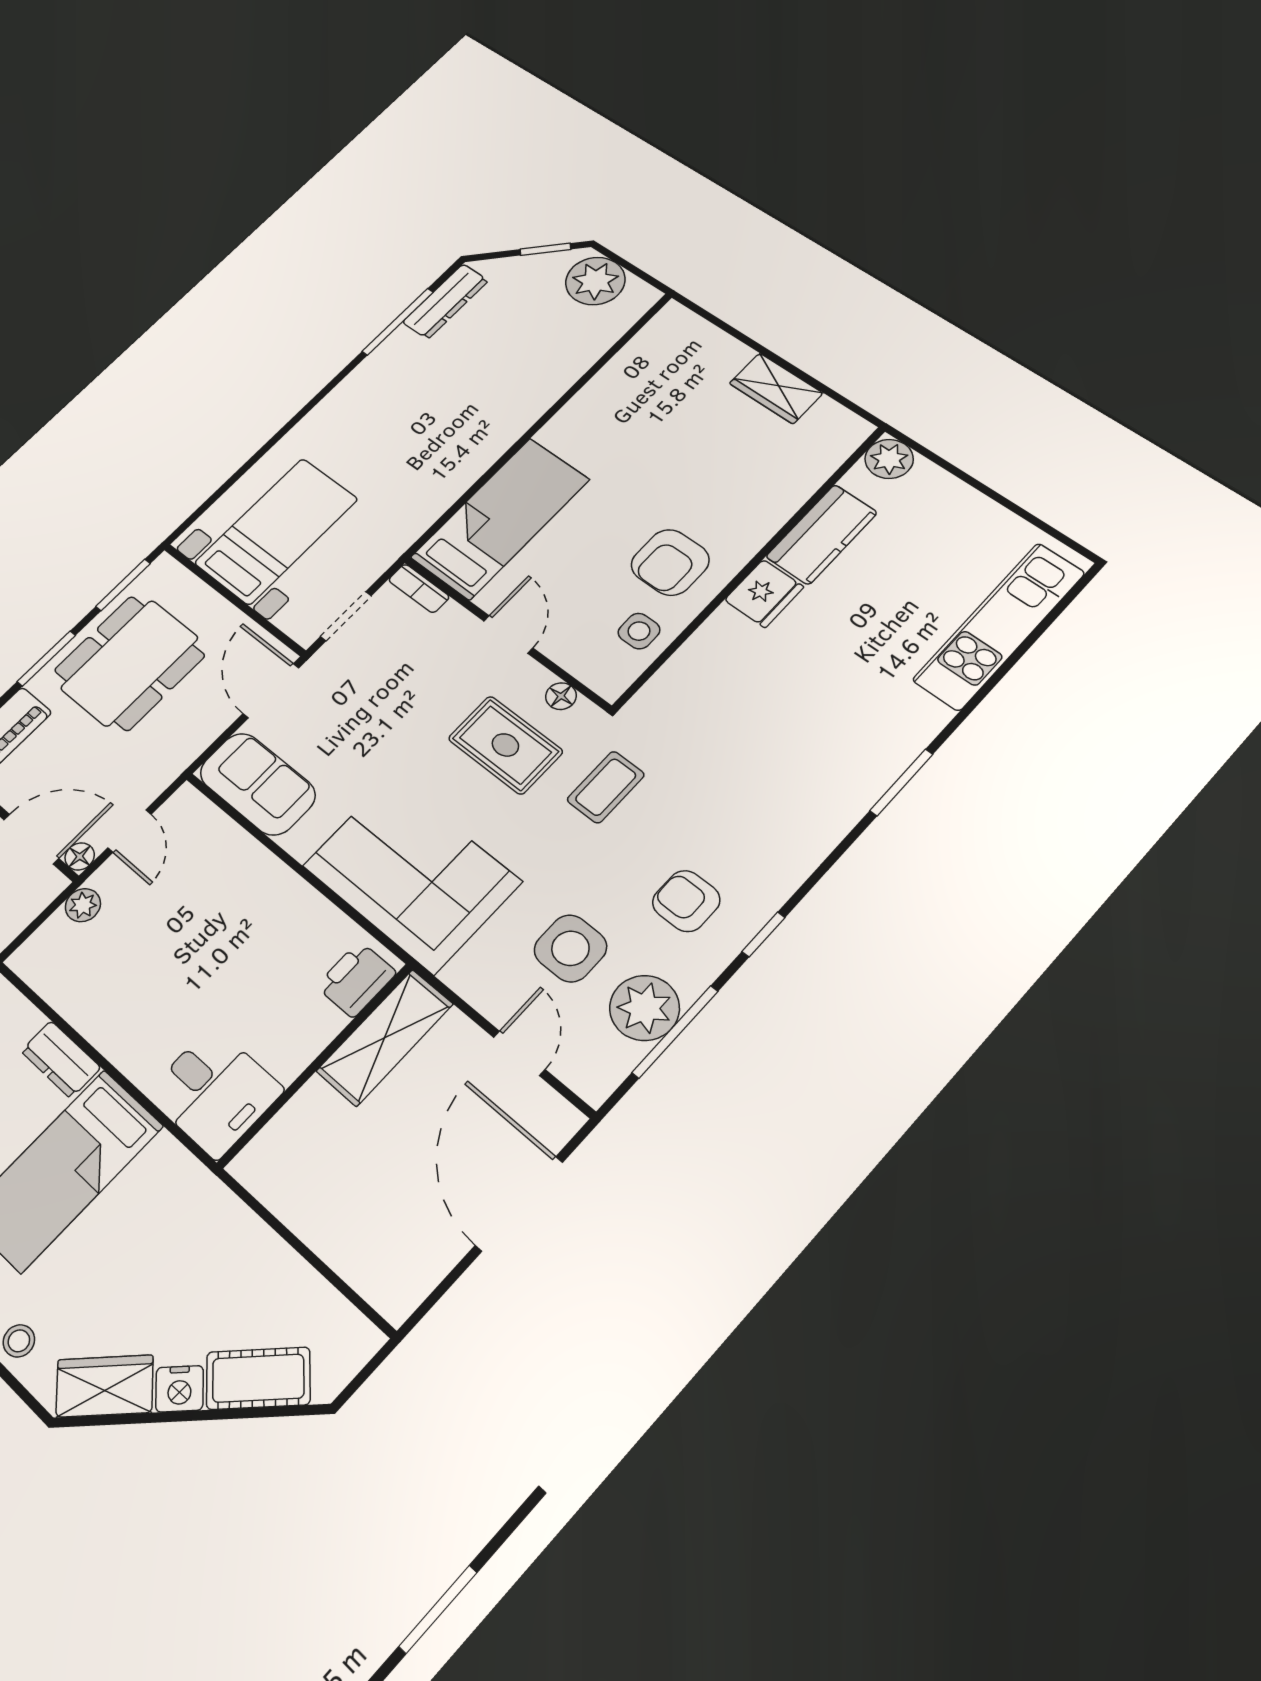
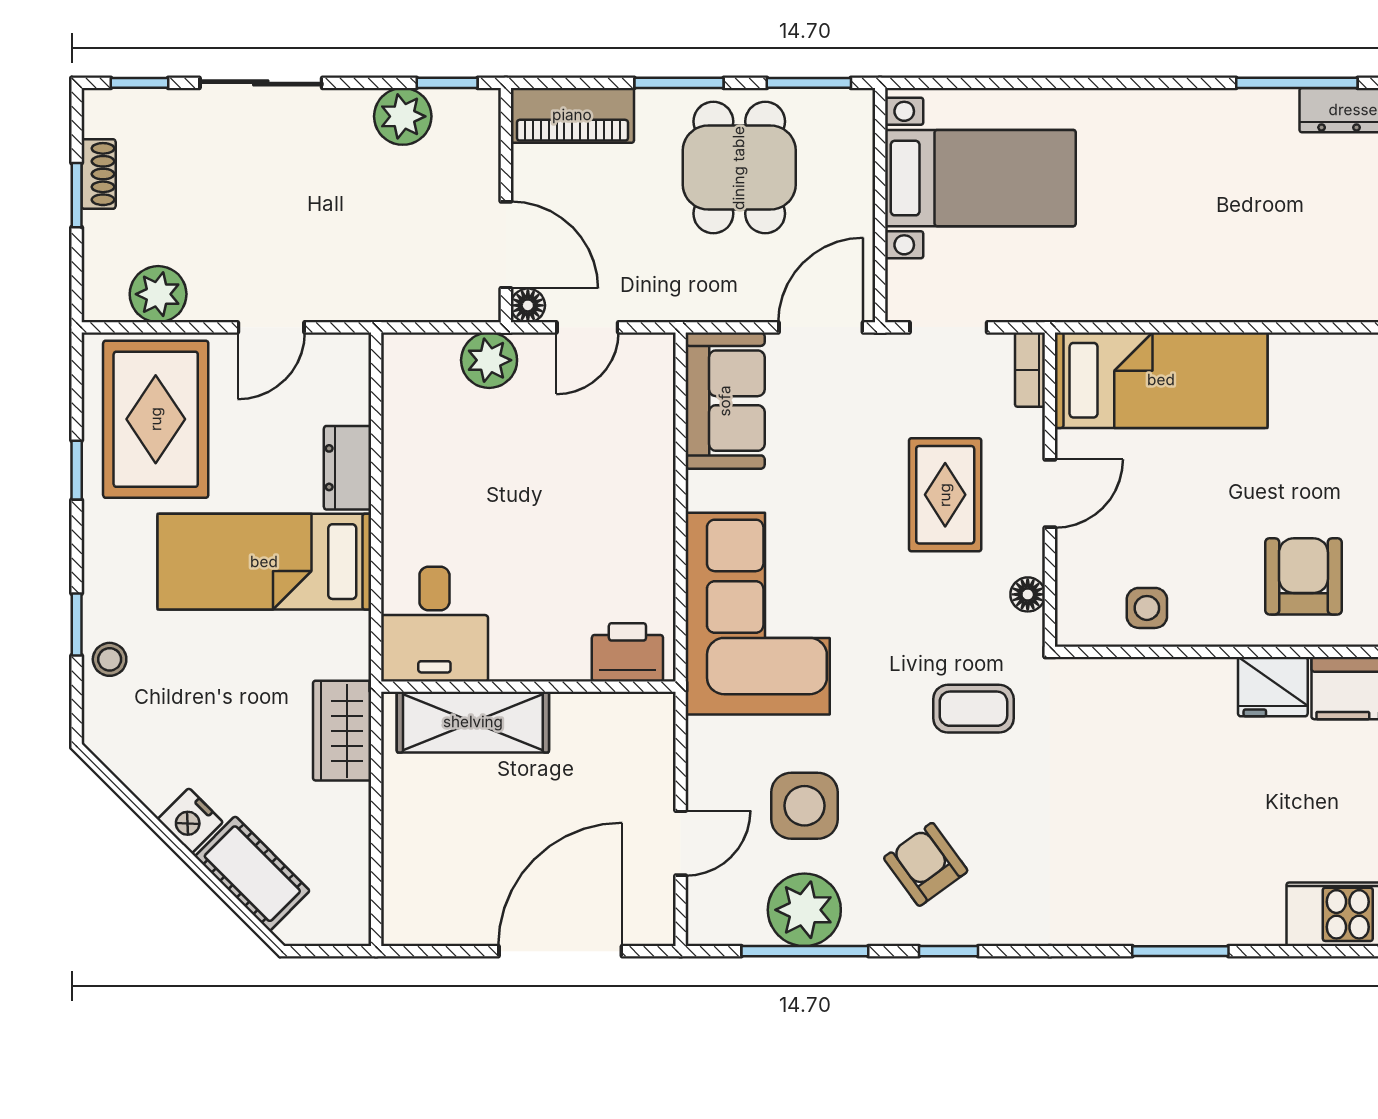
armchair: (670, 562) -> (1303, 576), moved, turned 90
dining table: (129, 663) -> (739, 168), width x0.73
rug: (505, 745) -> (945, 495), moved
armchair: (686, 901) -> (926, 864), turned -36
plant: (83, 905) -> (489, 360), width x1.38, depth x1.38
shelving: (385, 1038) -> (473, 722), moved
wardrobe: (105, 1386) -> (342, 731), moved, turned -135

